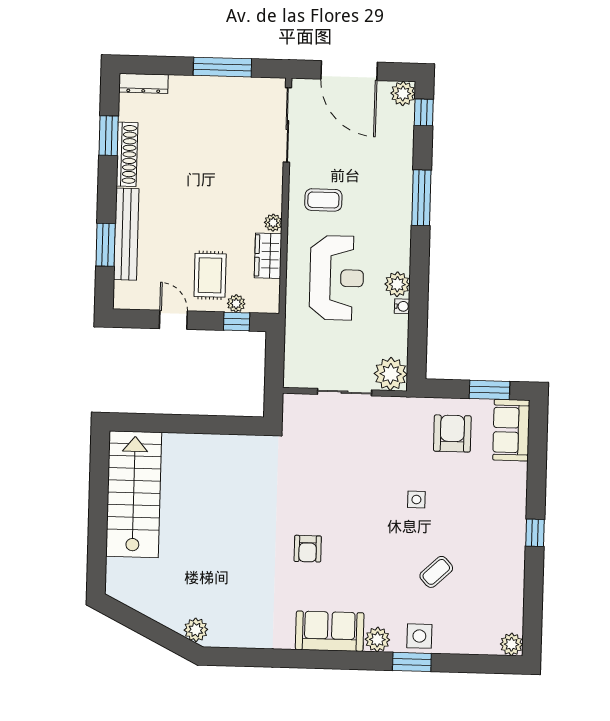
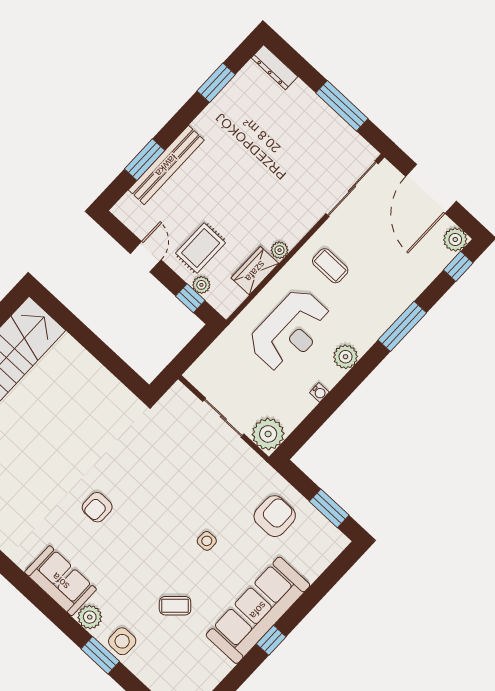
shoe rack: (127, 154) -> (218, 108), removed
plant: (397, 284) -> (346, 357), moved
sofa: (511, 430) -> (258, 610), moved, width x1.85, depth x1.27

